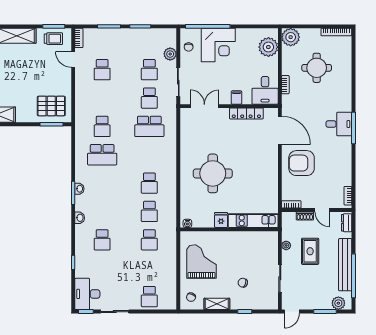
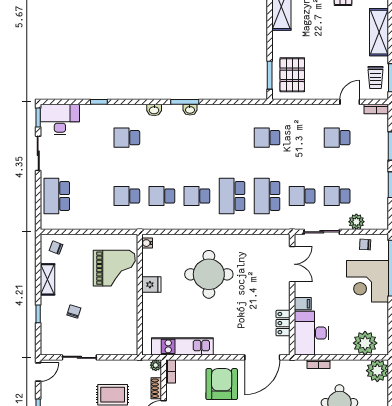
desk: (265, 90) -> (312, 333), width x1.37
locker: (246, 113) -> (283, 323), width x0.66
school desk: (102, 155) -> (232, 196), moved
kitchen unit: (253, 221) -> (182, 346), moved, turned -90
plant: (286, 245) -> (156, 365), moved
grand piano: (201, 262) -> (114, 268), moved
school desk: (149, 297) -> (57, 196), width x1.85
door: (292, 312) -> (38, 372), swing flipped

